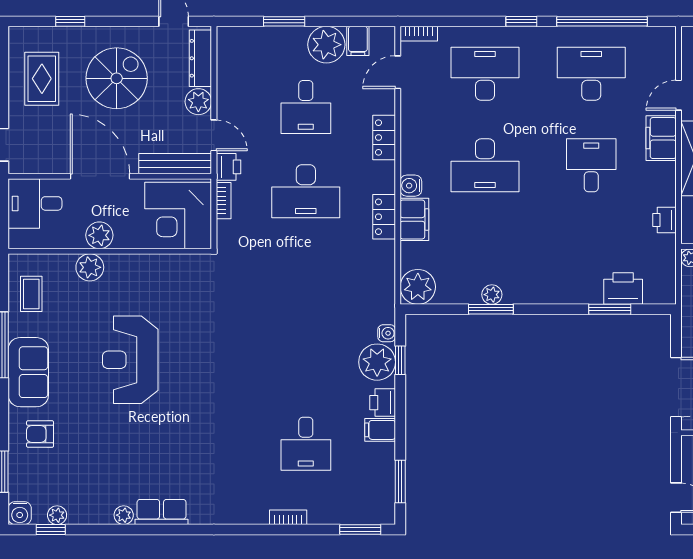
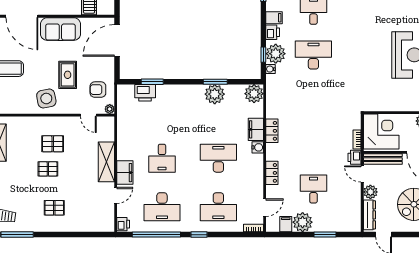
desk: (306, 191) -> (313, 55), moved
printer: (664, 220) -> (123, 224), moved
plant: (492, 295) -> (215, 94), width x1.87, depth x1.87

